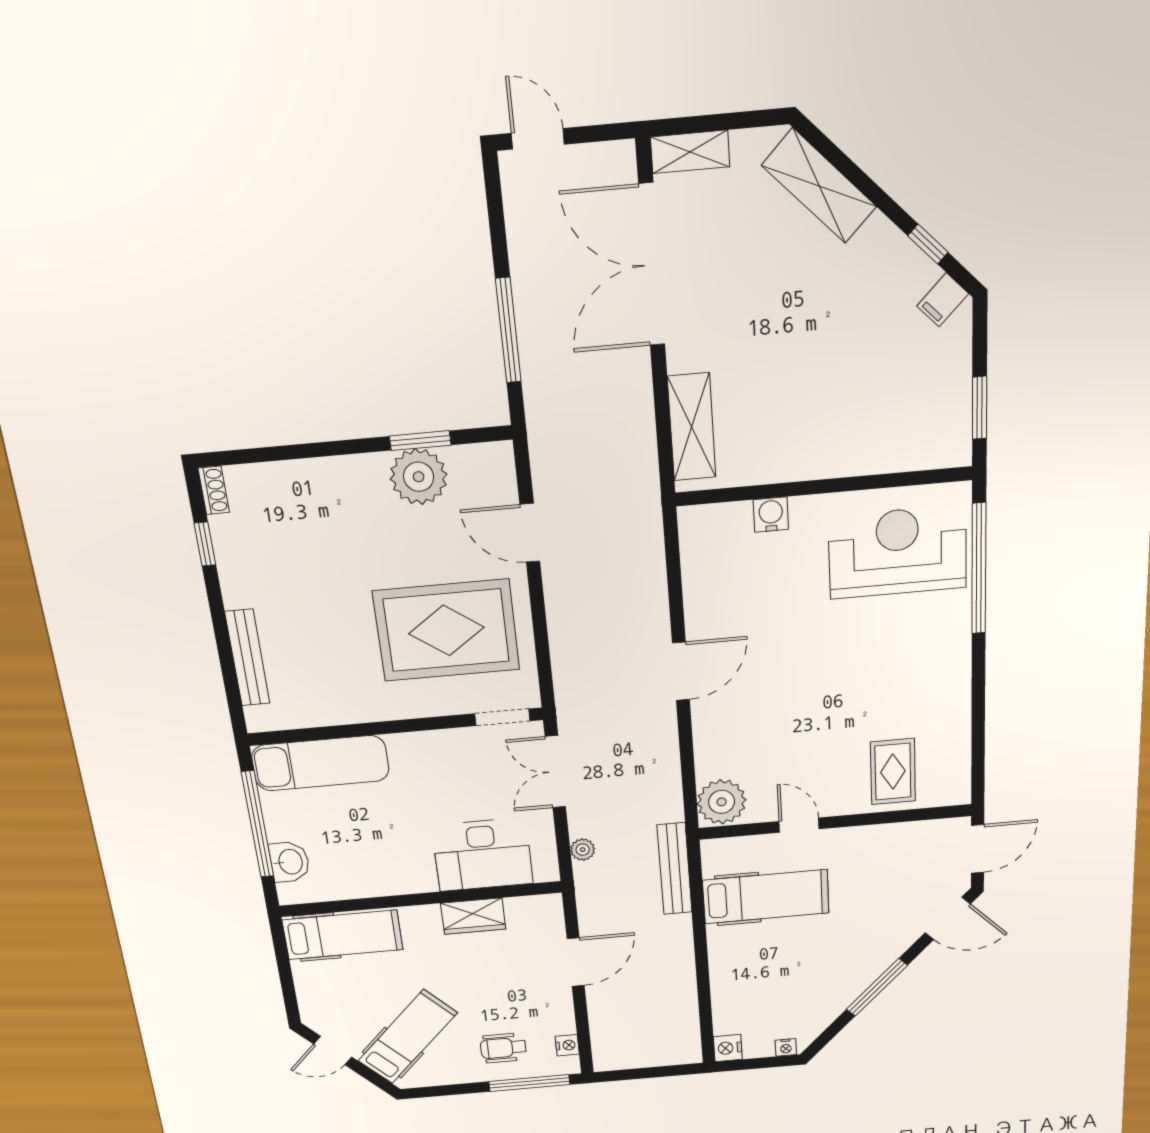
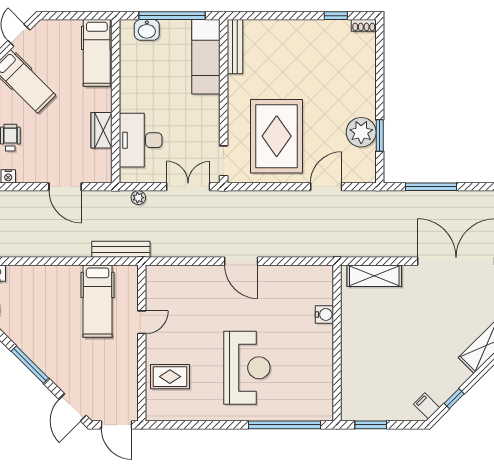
reception desk: (898, 552) -> (247, 368), moved
bench: (247, 658) -> (235, 47), moved, turned 90
plant: (722, 802) -> (161, 279), removed

